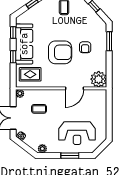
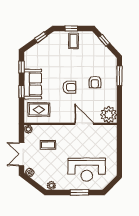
sofa: (24, 44) -> (33, 84), width x0.73
armchair: (60, 52) -> (69, 87), width x0.53, depth x0.53
door: (75, 88) -> (84, 124), swing flipped

